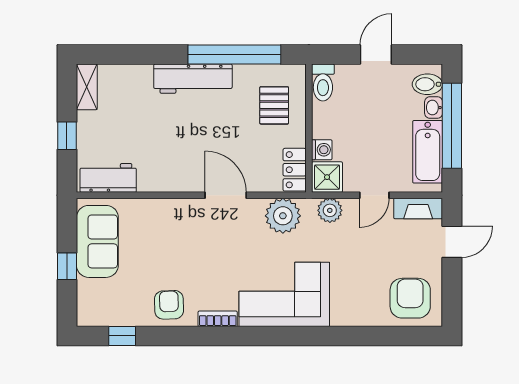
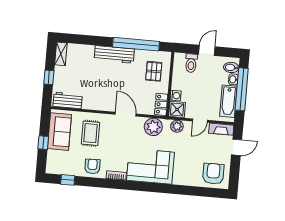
toilet: (323, 83) -> (191, 63), moved
rug: (159, 239) -> (91, 133), added

